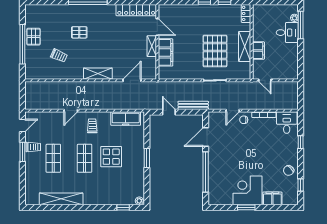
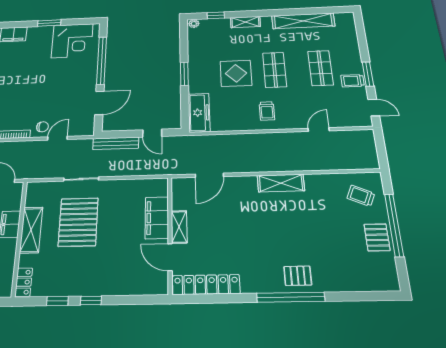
pallet: (79, 32) -> (298, 276), moved
trolley: (59, 56) -> (361, 196), moved
shelving: (98, 74) -> (281, 183), moved
door: (71, 111) -> (319, 130), moved
freezer: (126, 119) -> (199, 113), moved, turned 90
door: (22, 126) -> (374, 108), swing flipped
corner desk: (247, 190) -> (72, 41), moved
shelving: (102, 200) -> (245, 22), added

